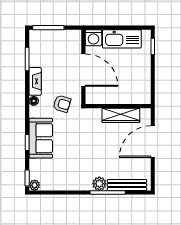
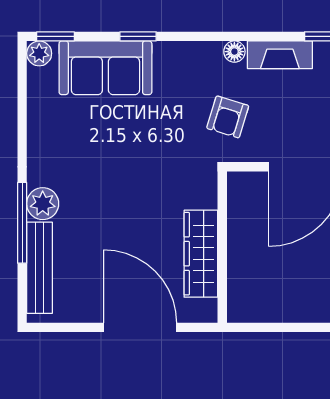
sofa: (41, 138) -> (105, 68), moved

